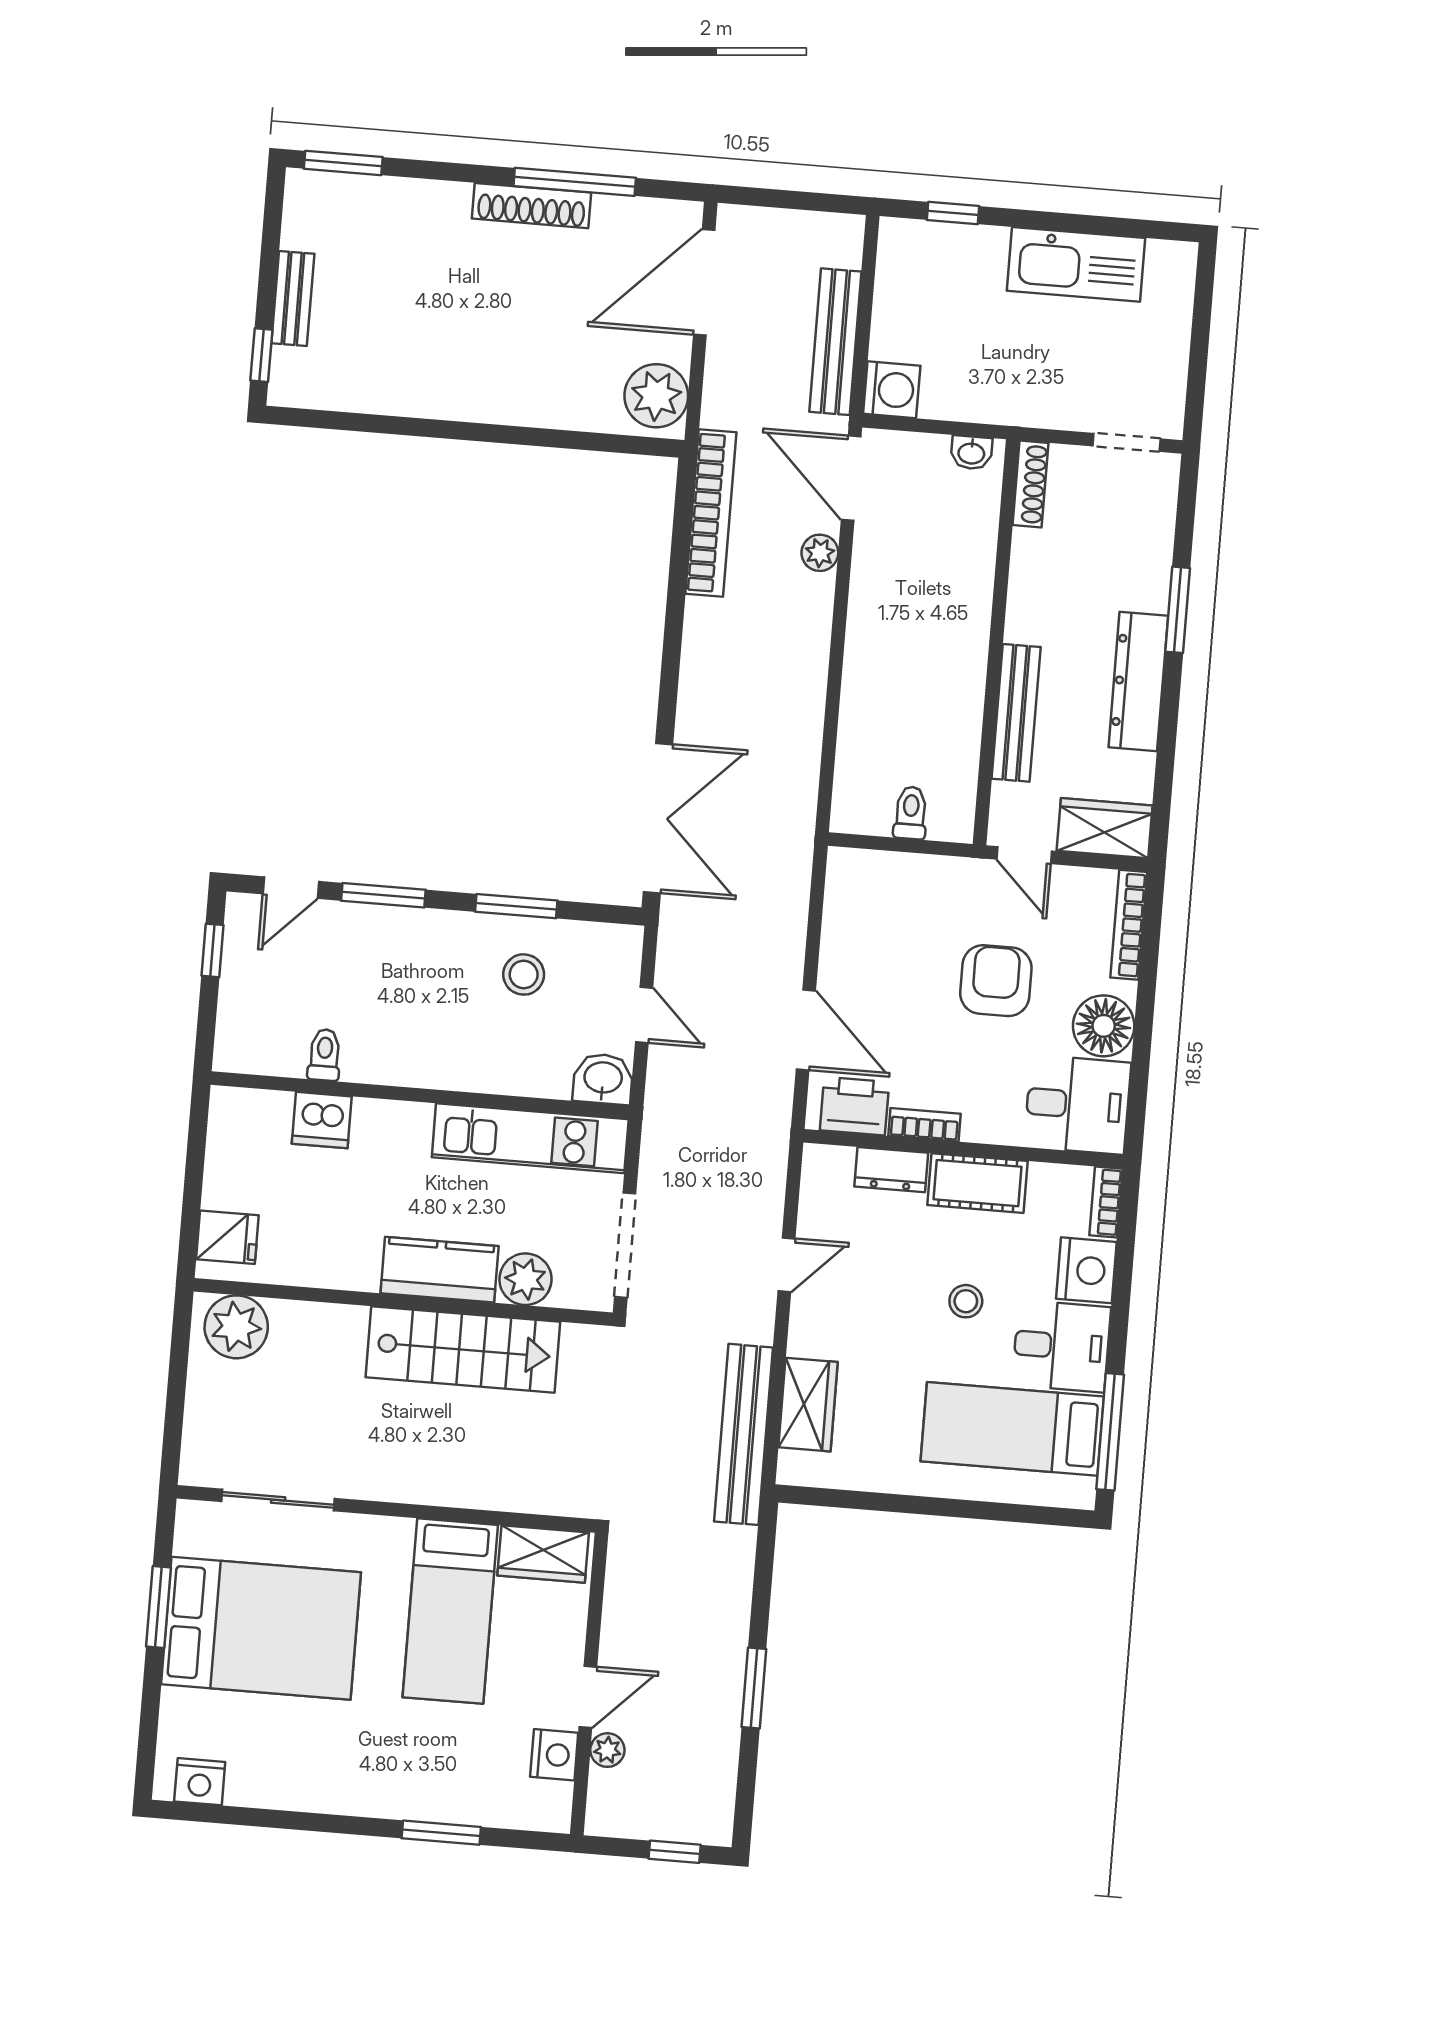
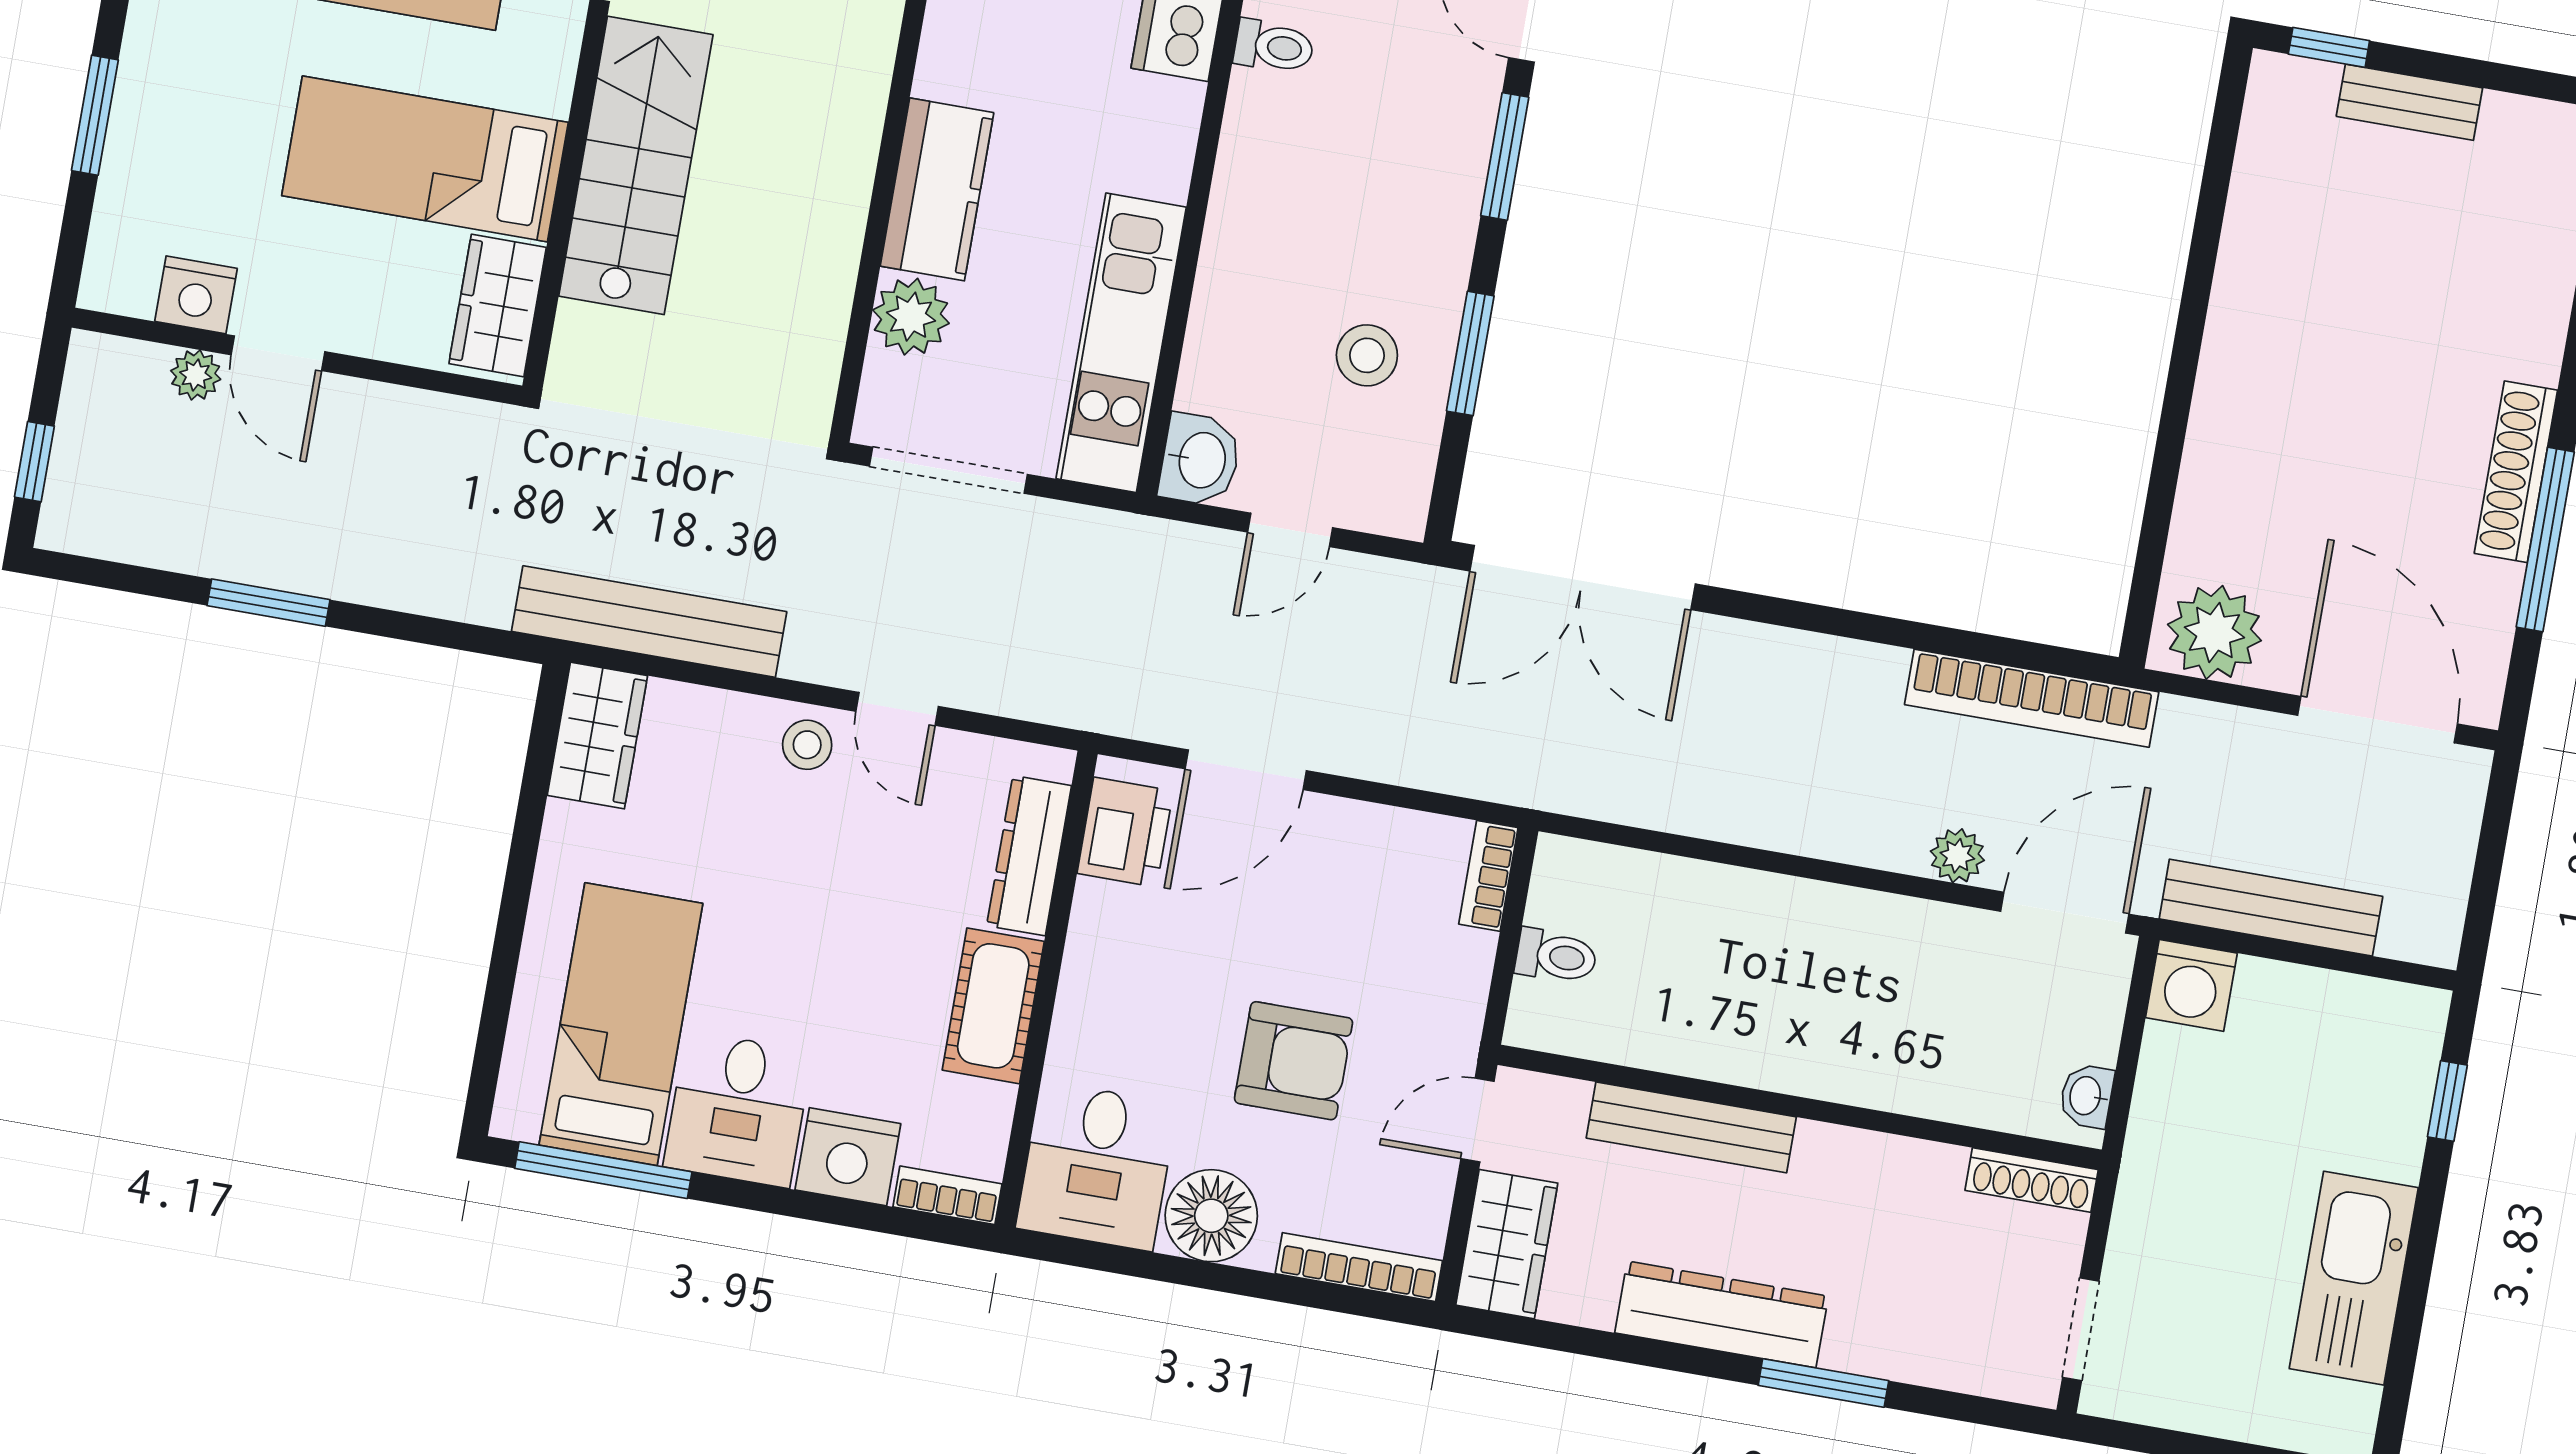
bookcase: (924, 1125) -> (1488, 876), moved, turned 180
dresser: (891, 1170) -> (1029, 856), width x1.44
stool: (966, 1301) -> (807, 745), moved
stairs: (463, 1350) -> (636, 165), moved, turned 180
wardrobe: (808, 1405) -> (597, 736), moved, turned -90

